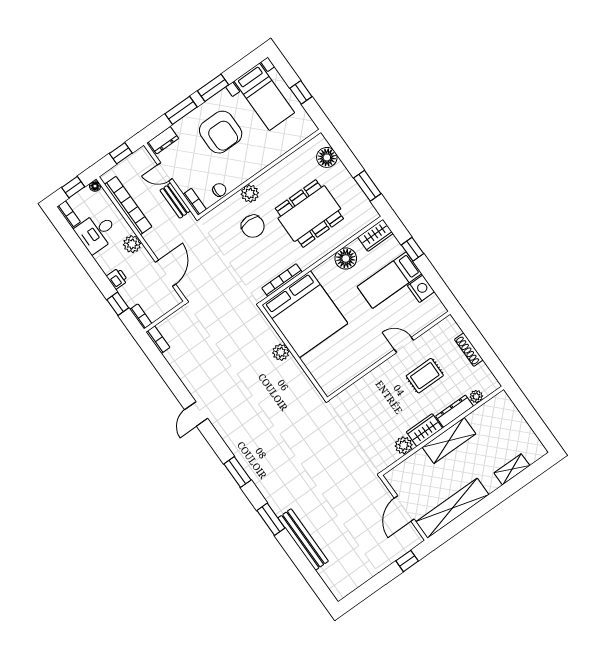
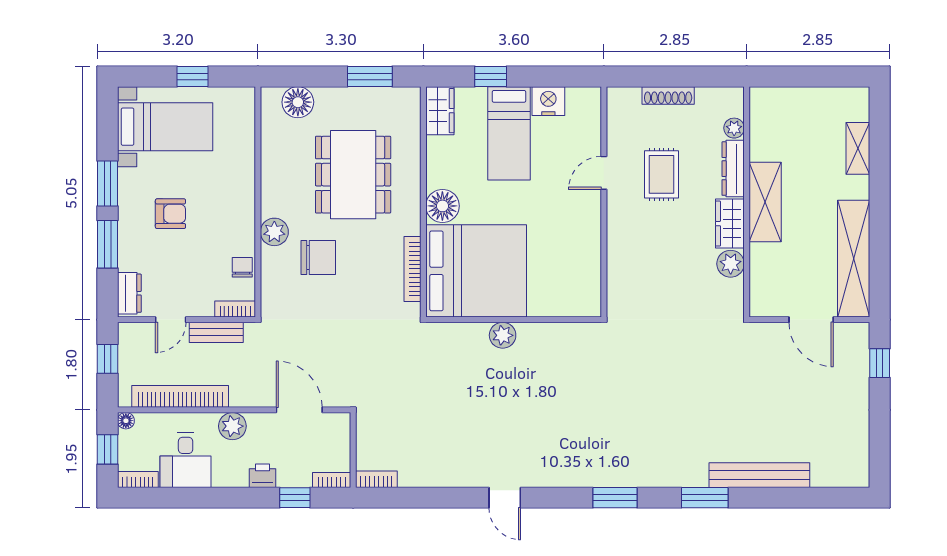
armchair: (221, 132) -> (170, 214), width x0.53, depth x0.53
floor lamp: (346, 259) -> (442, 206), moved

